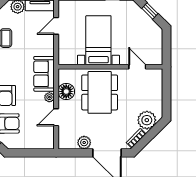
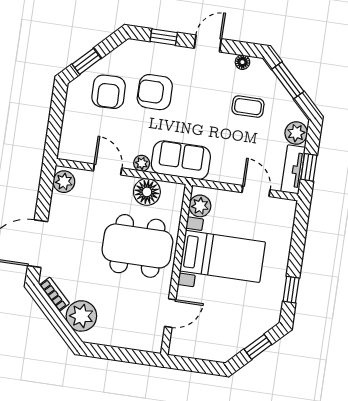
plant: (70, 58) -> (200, 206), added
plant: (84, 142) -> (64, 182), moved

